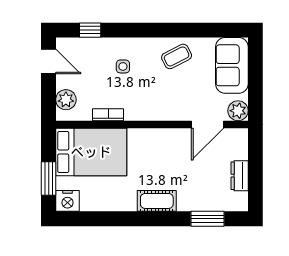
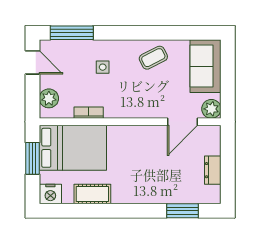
window: (90, 30) -> (72, 33), width x2.17
window: (49, 179) -> (32, 158), moved
cot: (157, 201) -> (92, 194), moved

